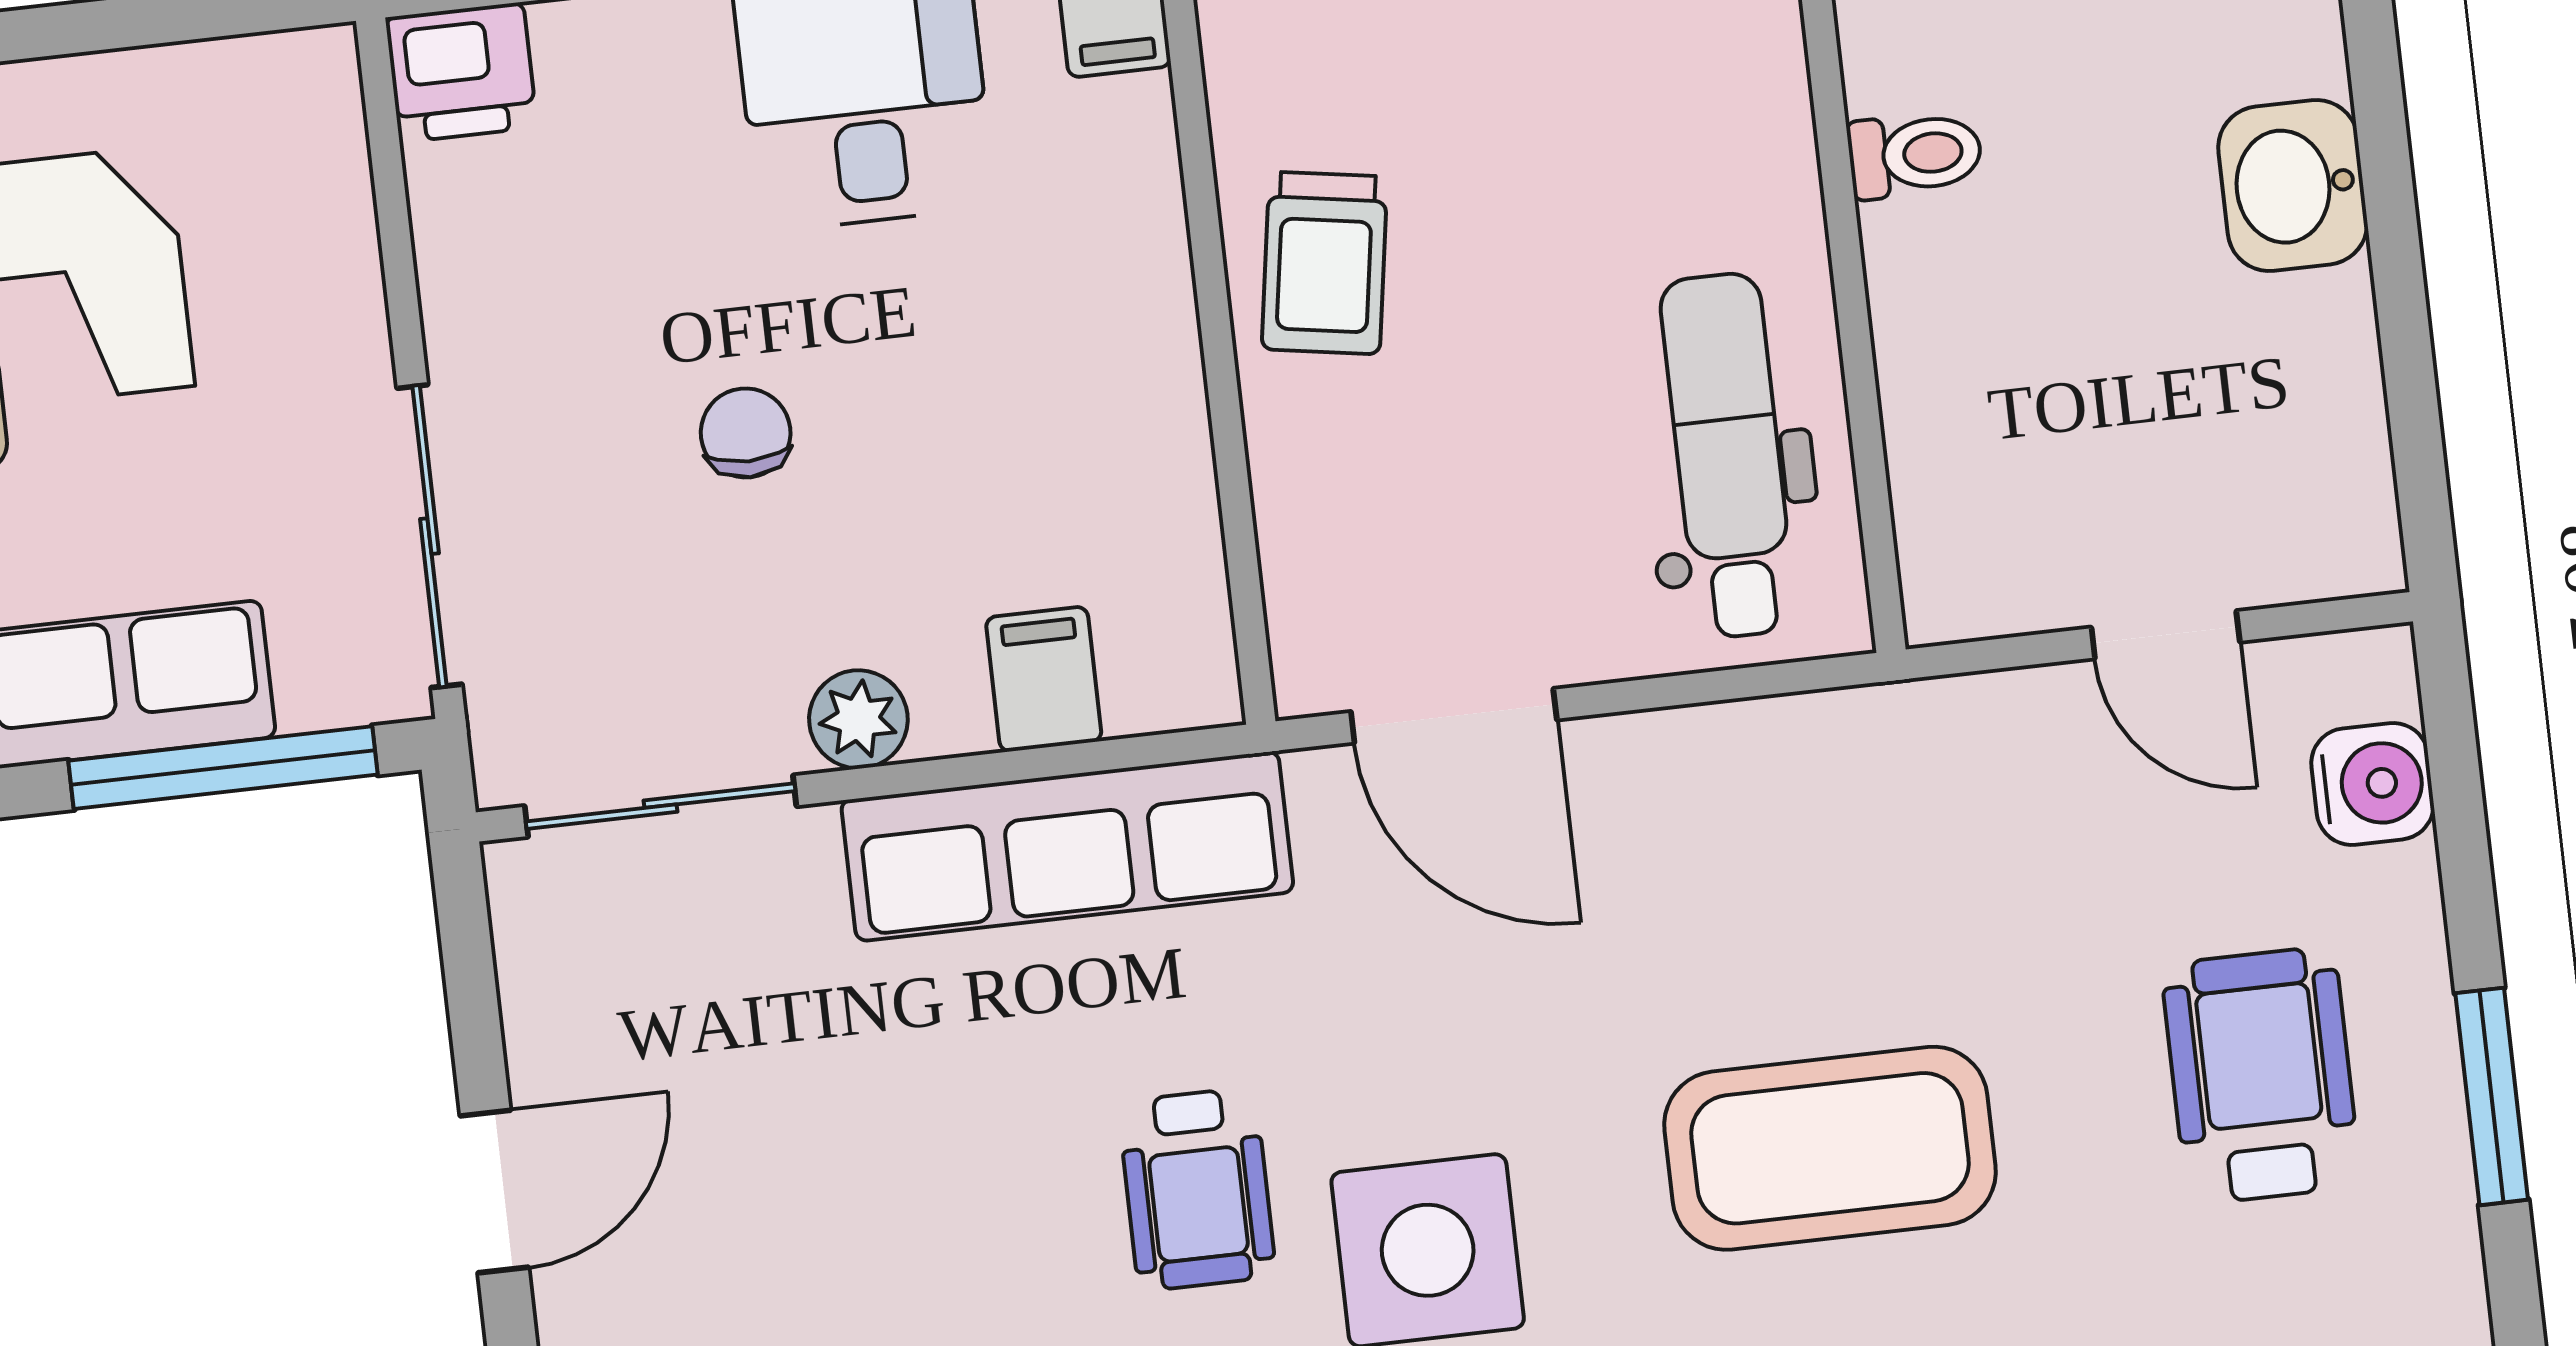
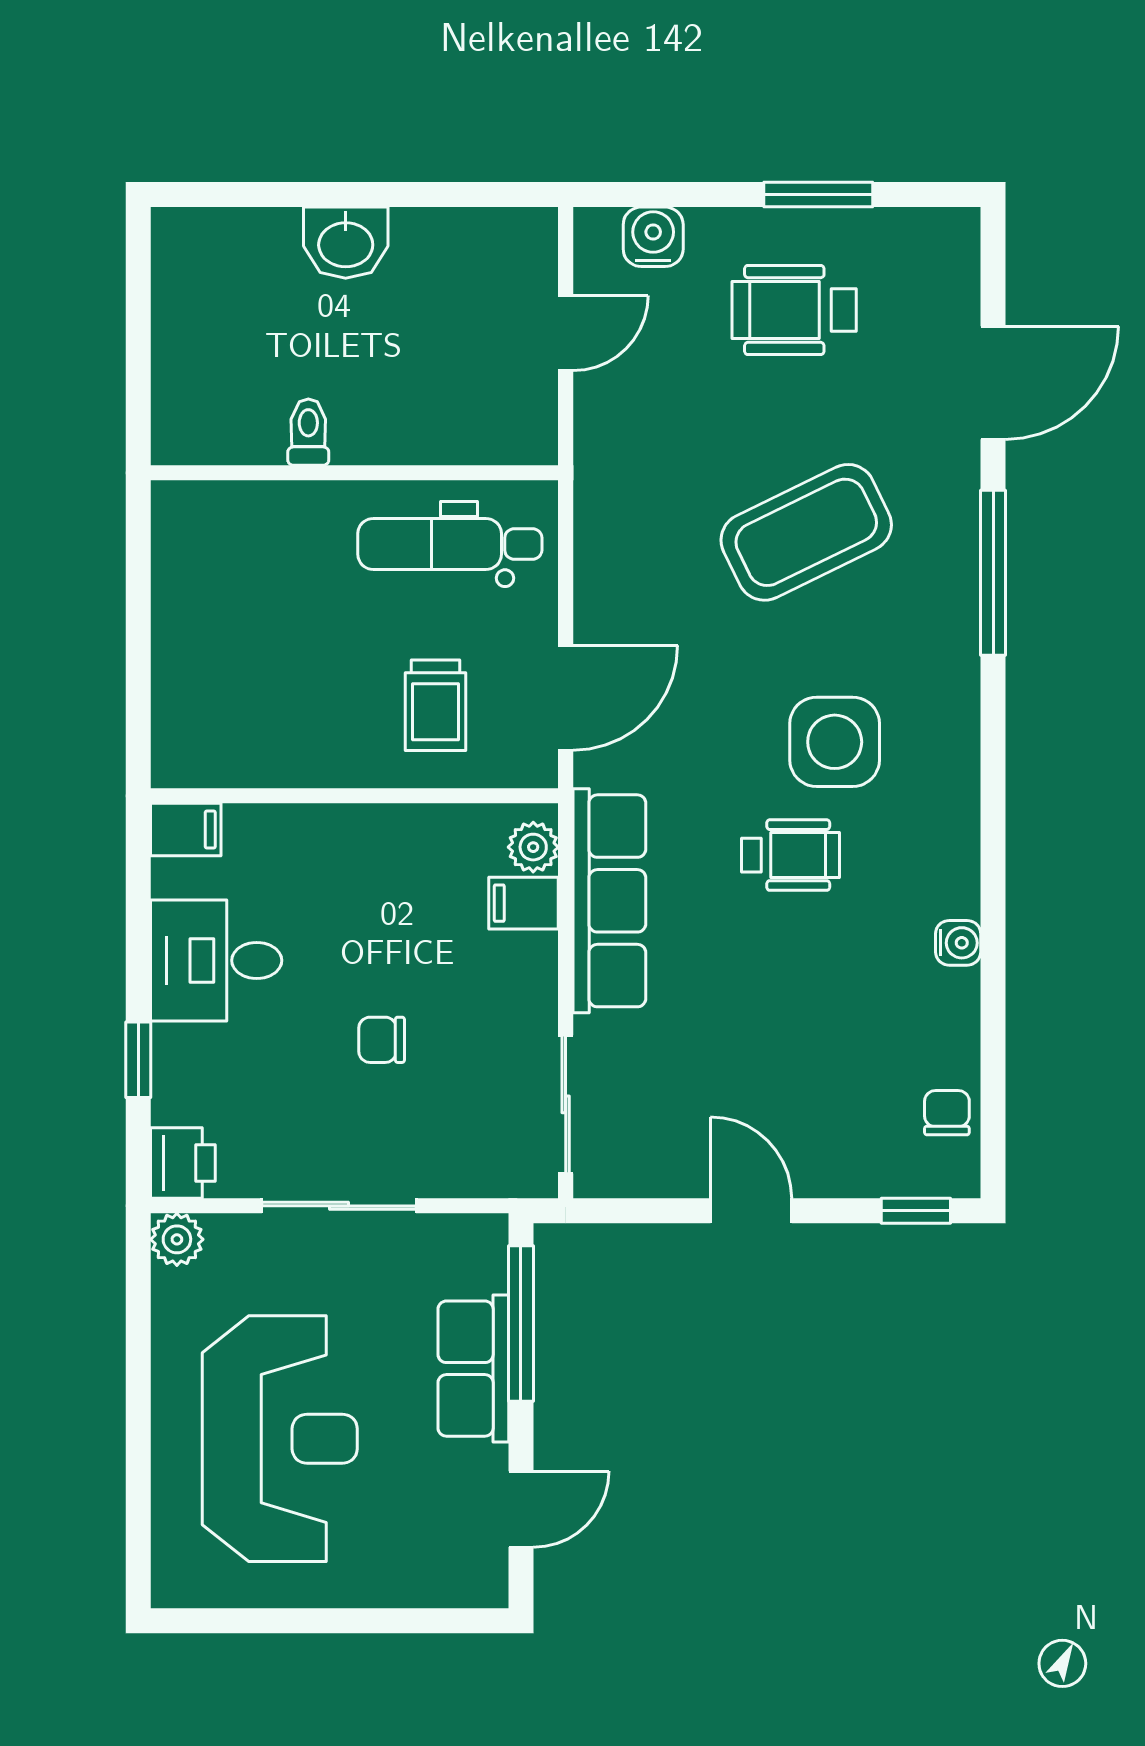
plant: (311, 78) -> (177, 1239), added
trolley: (1325, 263) -> (436, 705), moved, turned 81
sliding door: (429, 536) -> (339, 1206), moved
plant: (858, 719) -> (533, 847), moved
coffee table: (1830, 1148) -> (806, 532), turned 64

